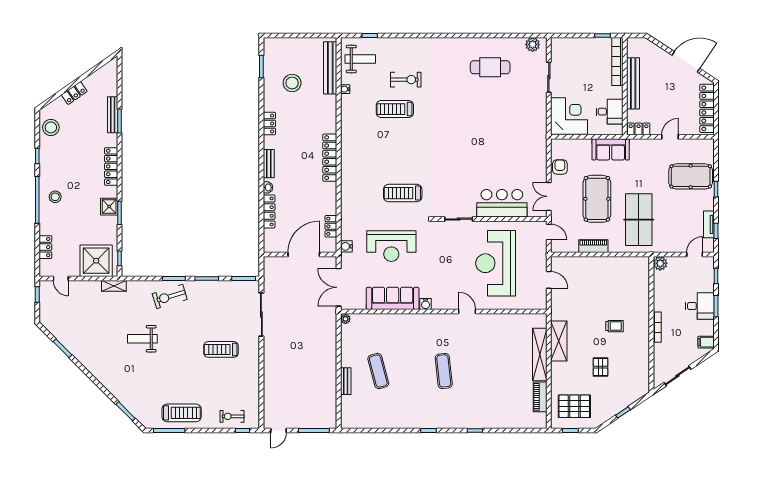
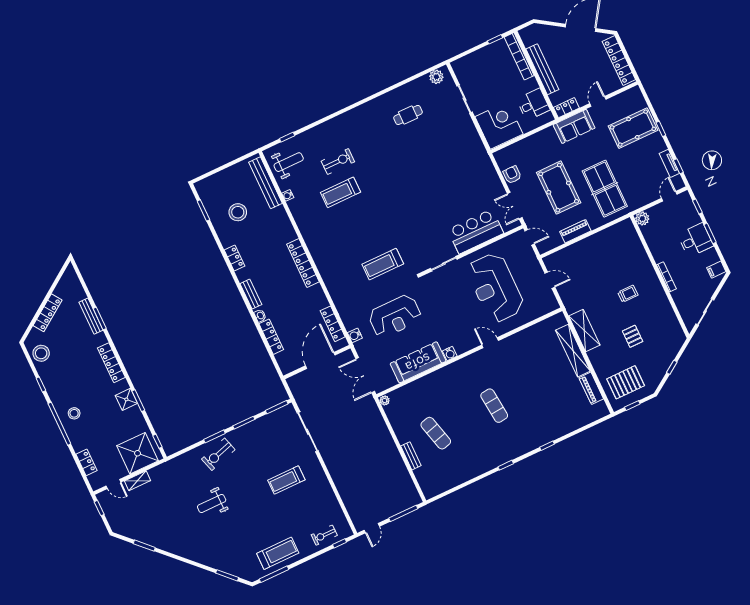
cafe table: (490, 67) -> (408, 115), width x0.73, depth x0.74
locker: (74, 93) -> (47, 313), width x1.53
sofa: (611, 149) -> (574, 126), moved
locker: (331, 226) -> (333, 324), width x1.53
shelving: (114, 286) -> (137, 481), moved

